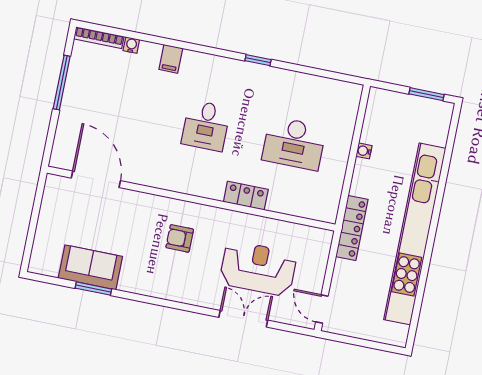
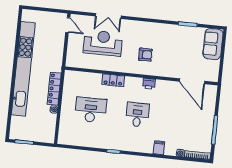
printer: (178, 183) -> (149, 84), added
locker: (352, 228) -> (54, 89), moved
sofa: (90, 267) -> (213, 44), moved, turned 90
reception desk: (258, 268) -> (103, 43), turned 180

